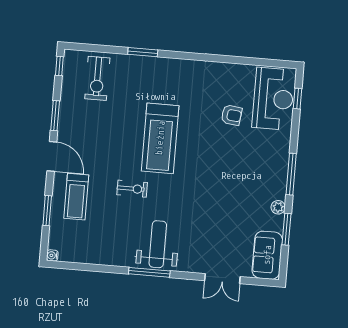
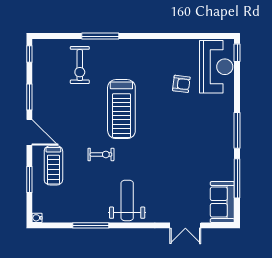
window: (143, 52) -> (100, 36), width x1.44
exercise bike: (97, 78) -> (80, 65), moved
window: (297, 99) -> (237, 53), moved
plant: (278, 207) -> (228, 160), removed
window: (286, 229) -> (237, 178), width x1.44
window: (149, 272) -> (91, 225), moved

